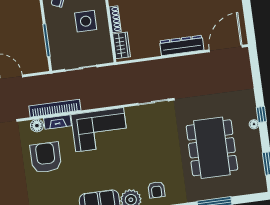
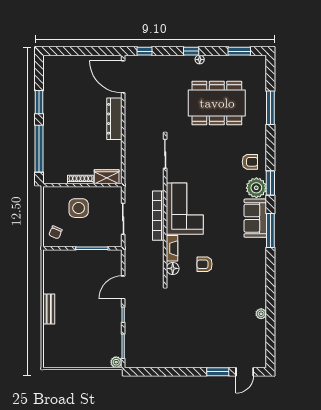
window: (255, 67) -> (145, 51), added
bookcase: (55, 108) -> (158, 216), moved
armchair: (46, 158) -> (205, 264), width x0.53, depth x0.53

